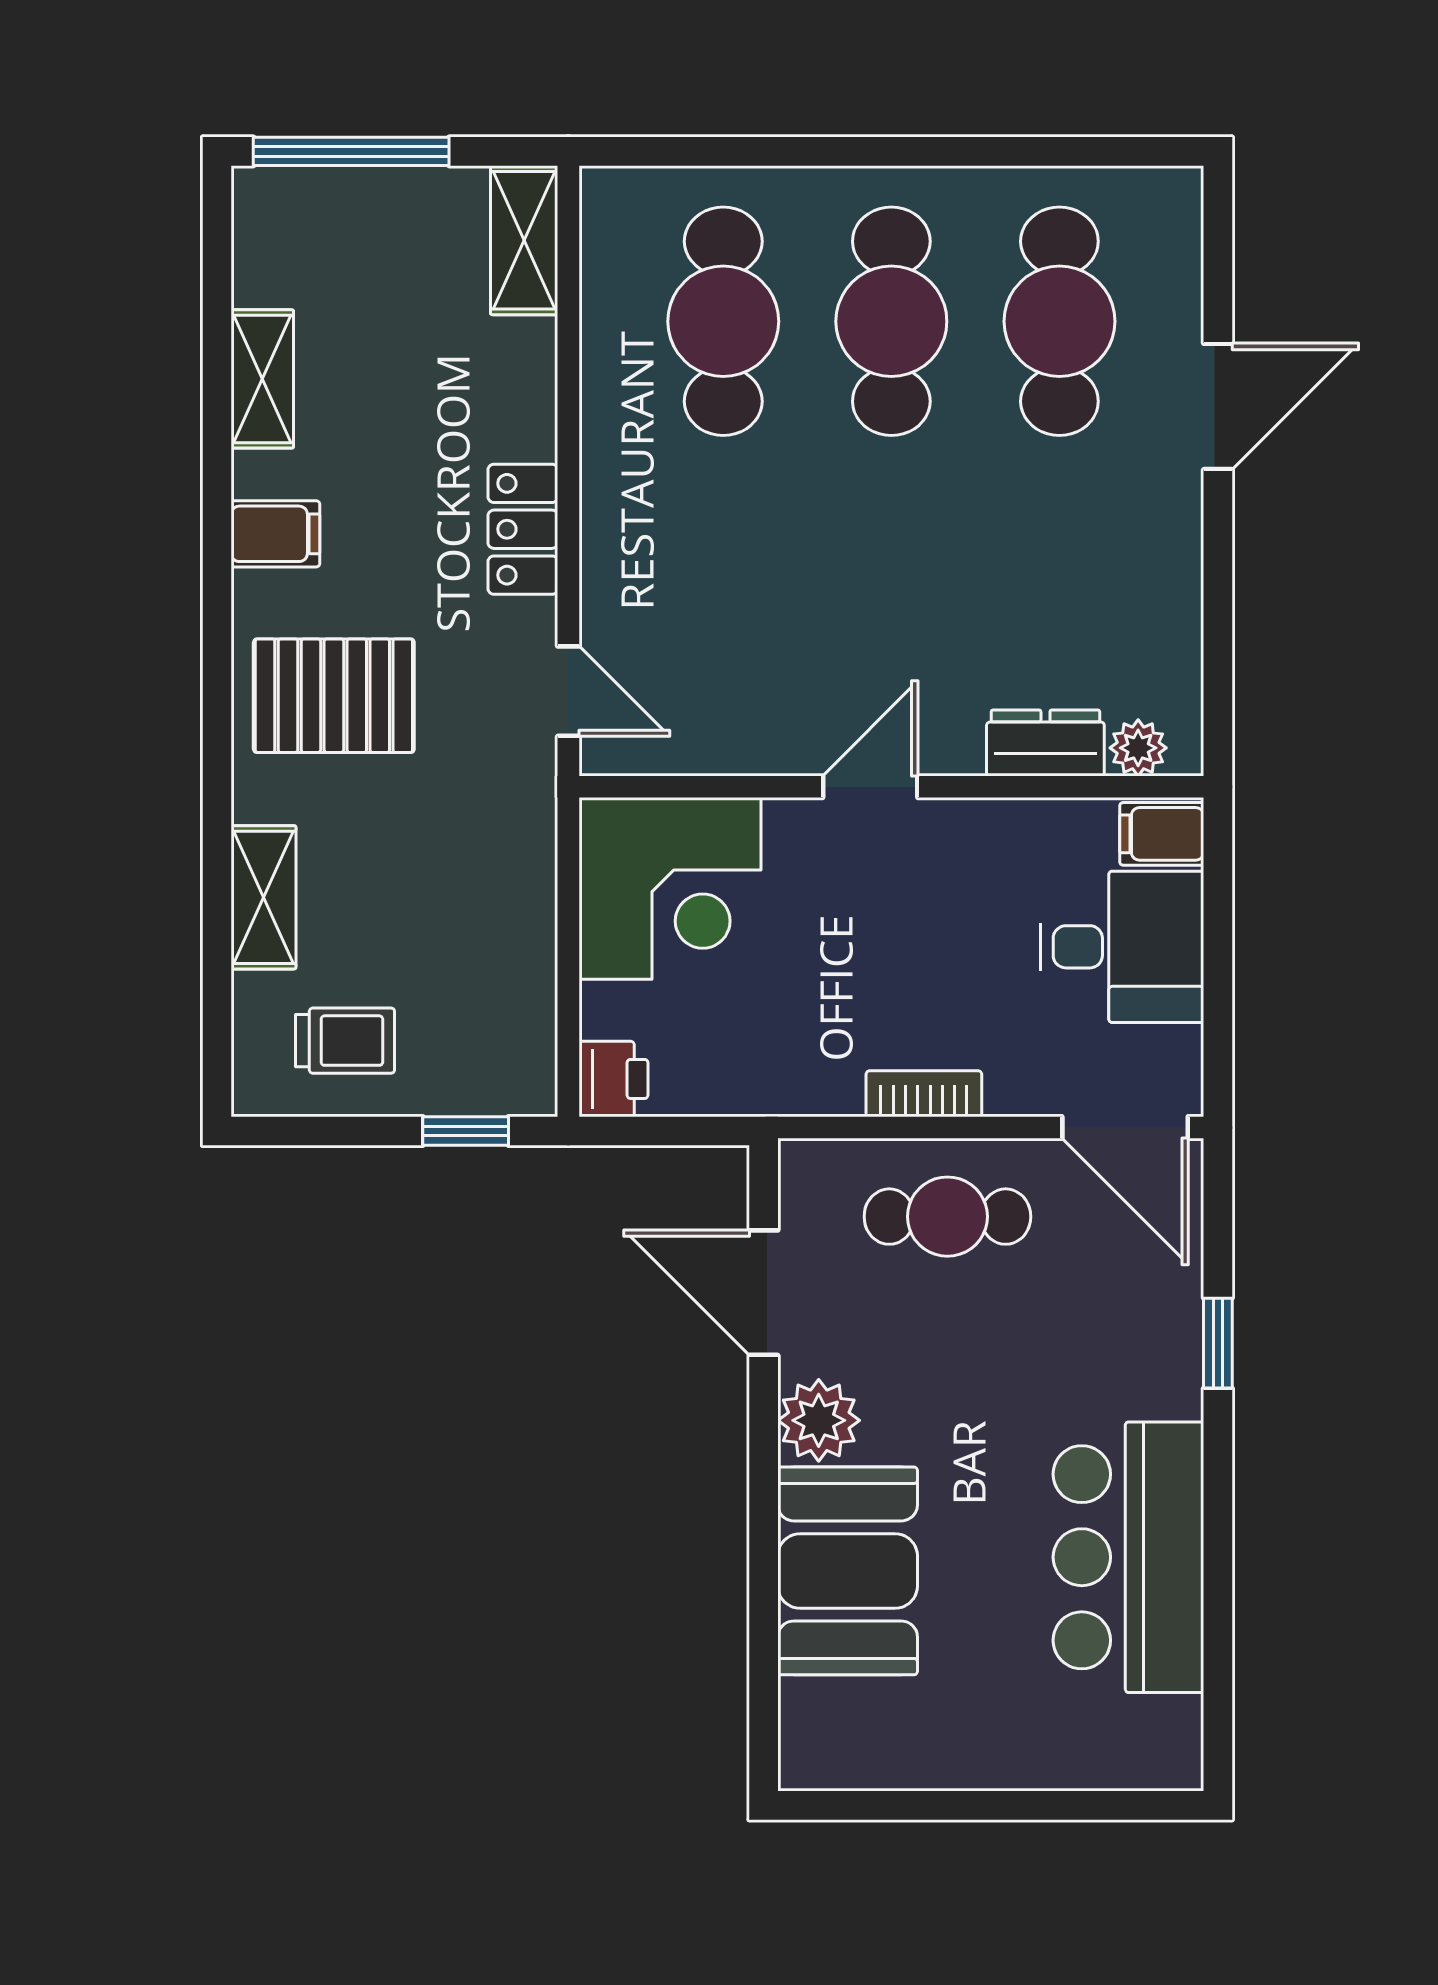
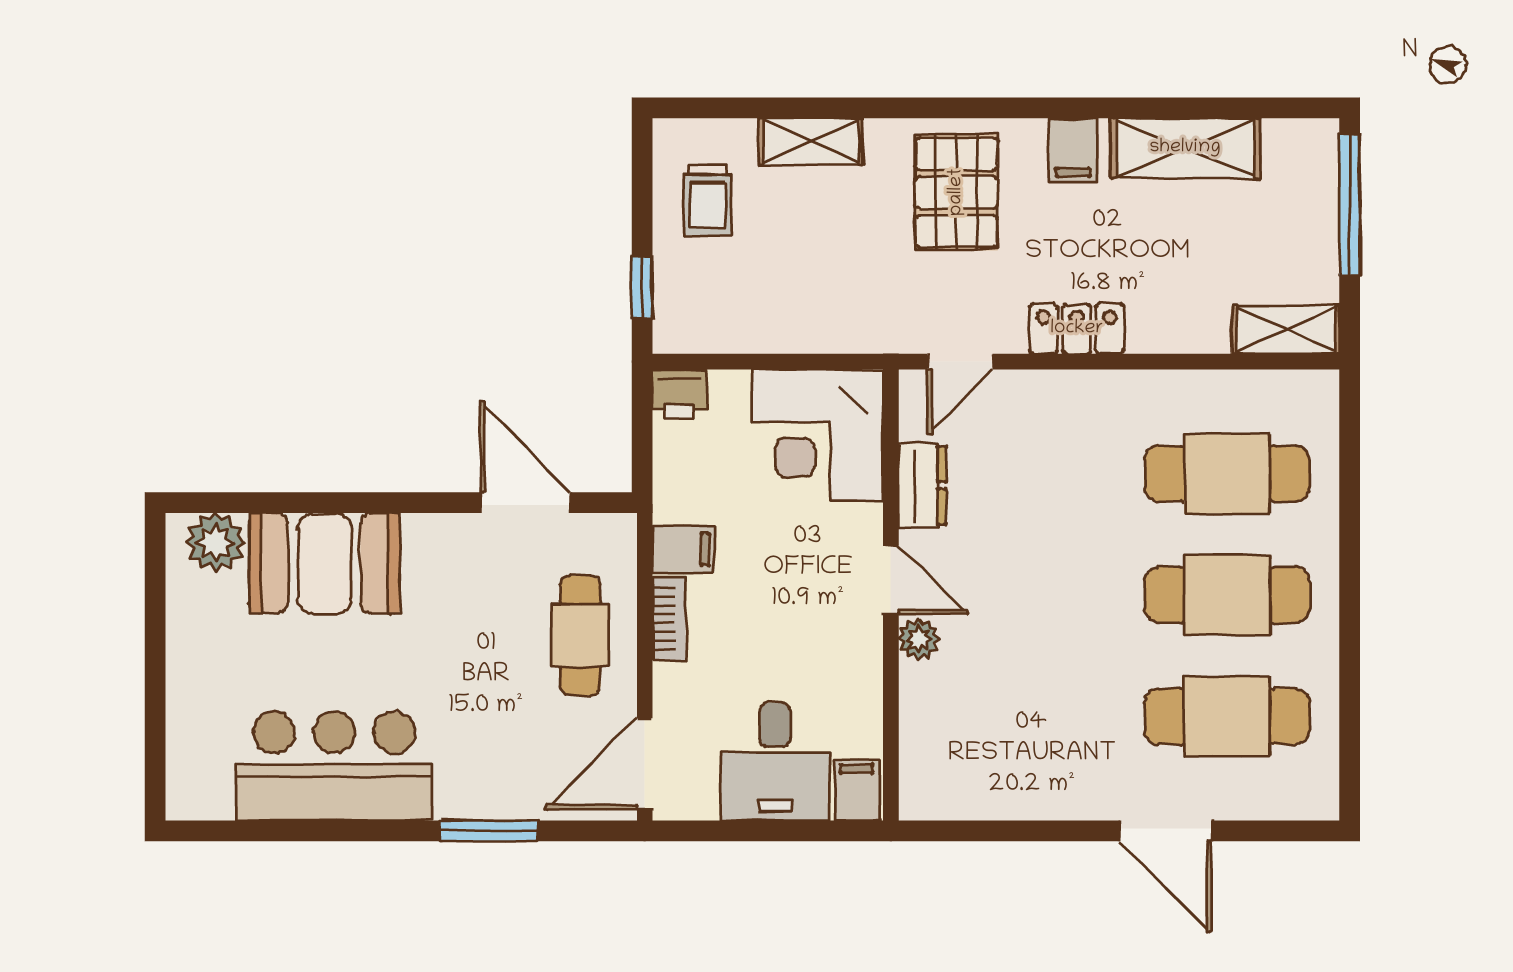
shelving: (262, 379) -> (1185, 148), width x1.50, depth x1.33
dresser: (1045, 743) -> (922, 486), moved
plant: (1138, 748) -> (919, 639), moved
filing cabinet: (828, 1074) -> (683, 549), added
door: (764, 1293) -> (525, 503), hinge flipped
window: (1218, 1343) -> (489, 831), width x1.50
plant: (819, 1420) -> (216, 542), moved

